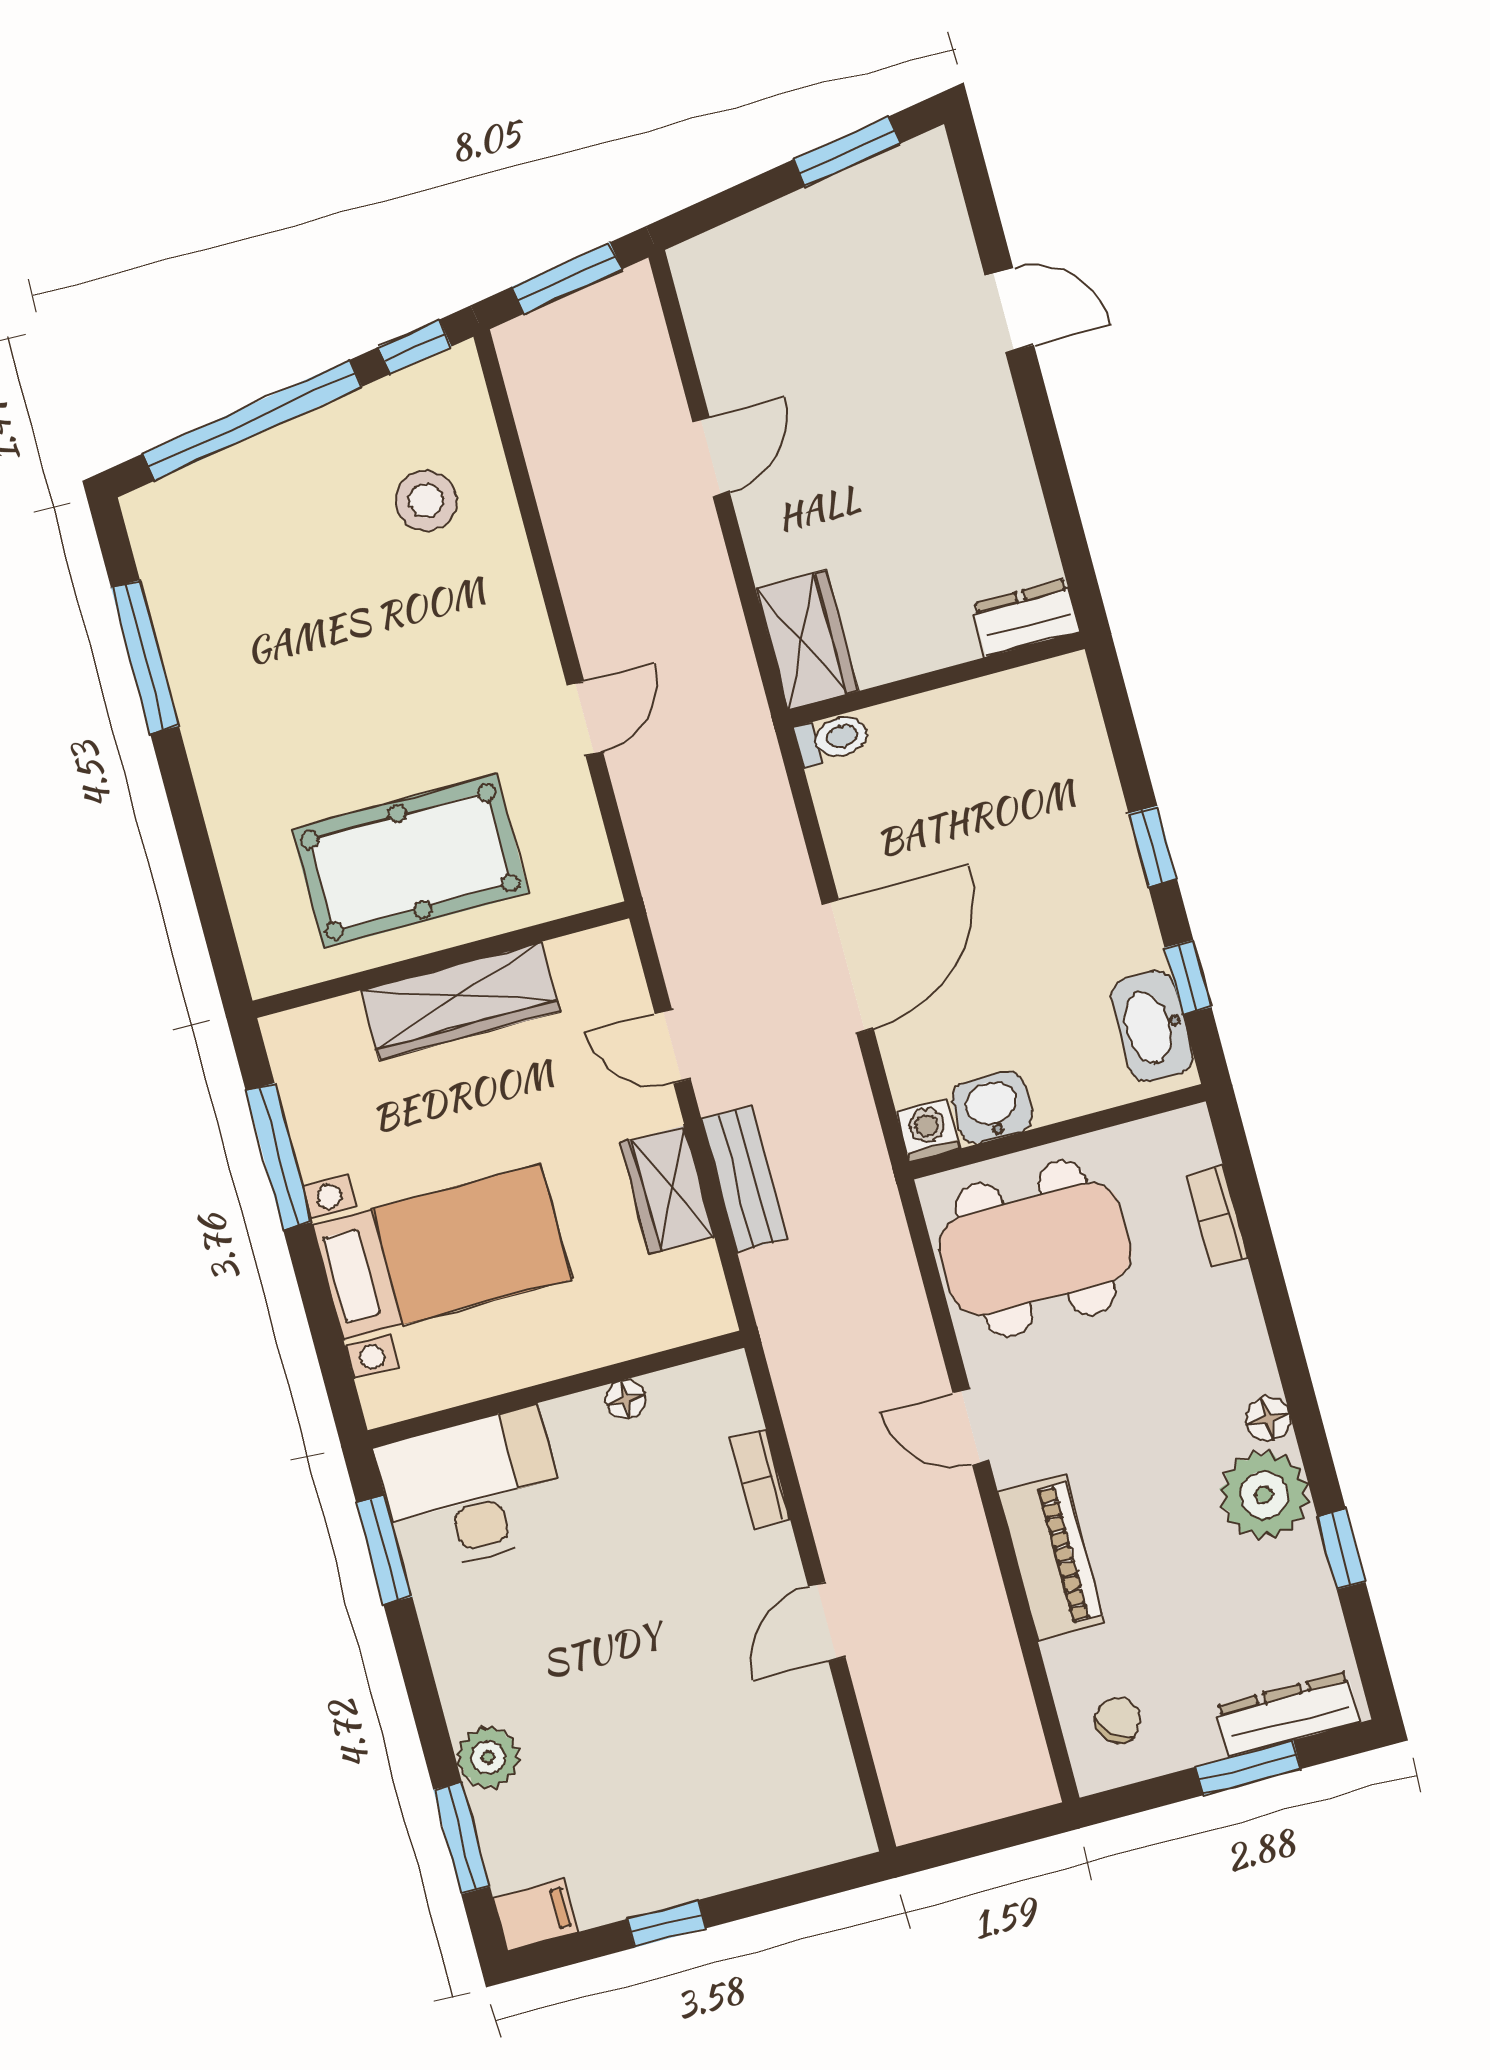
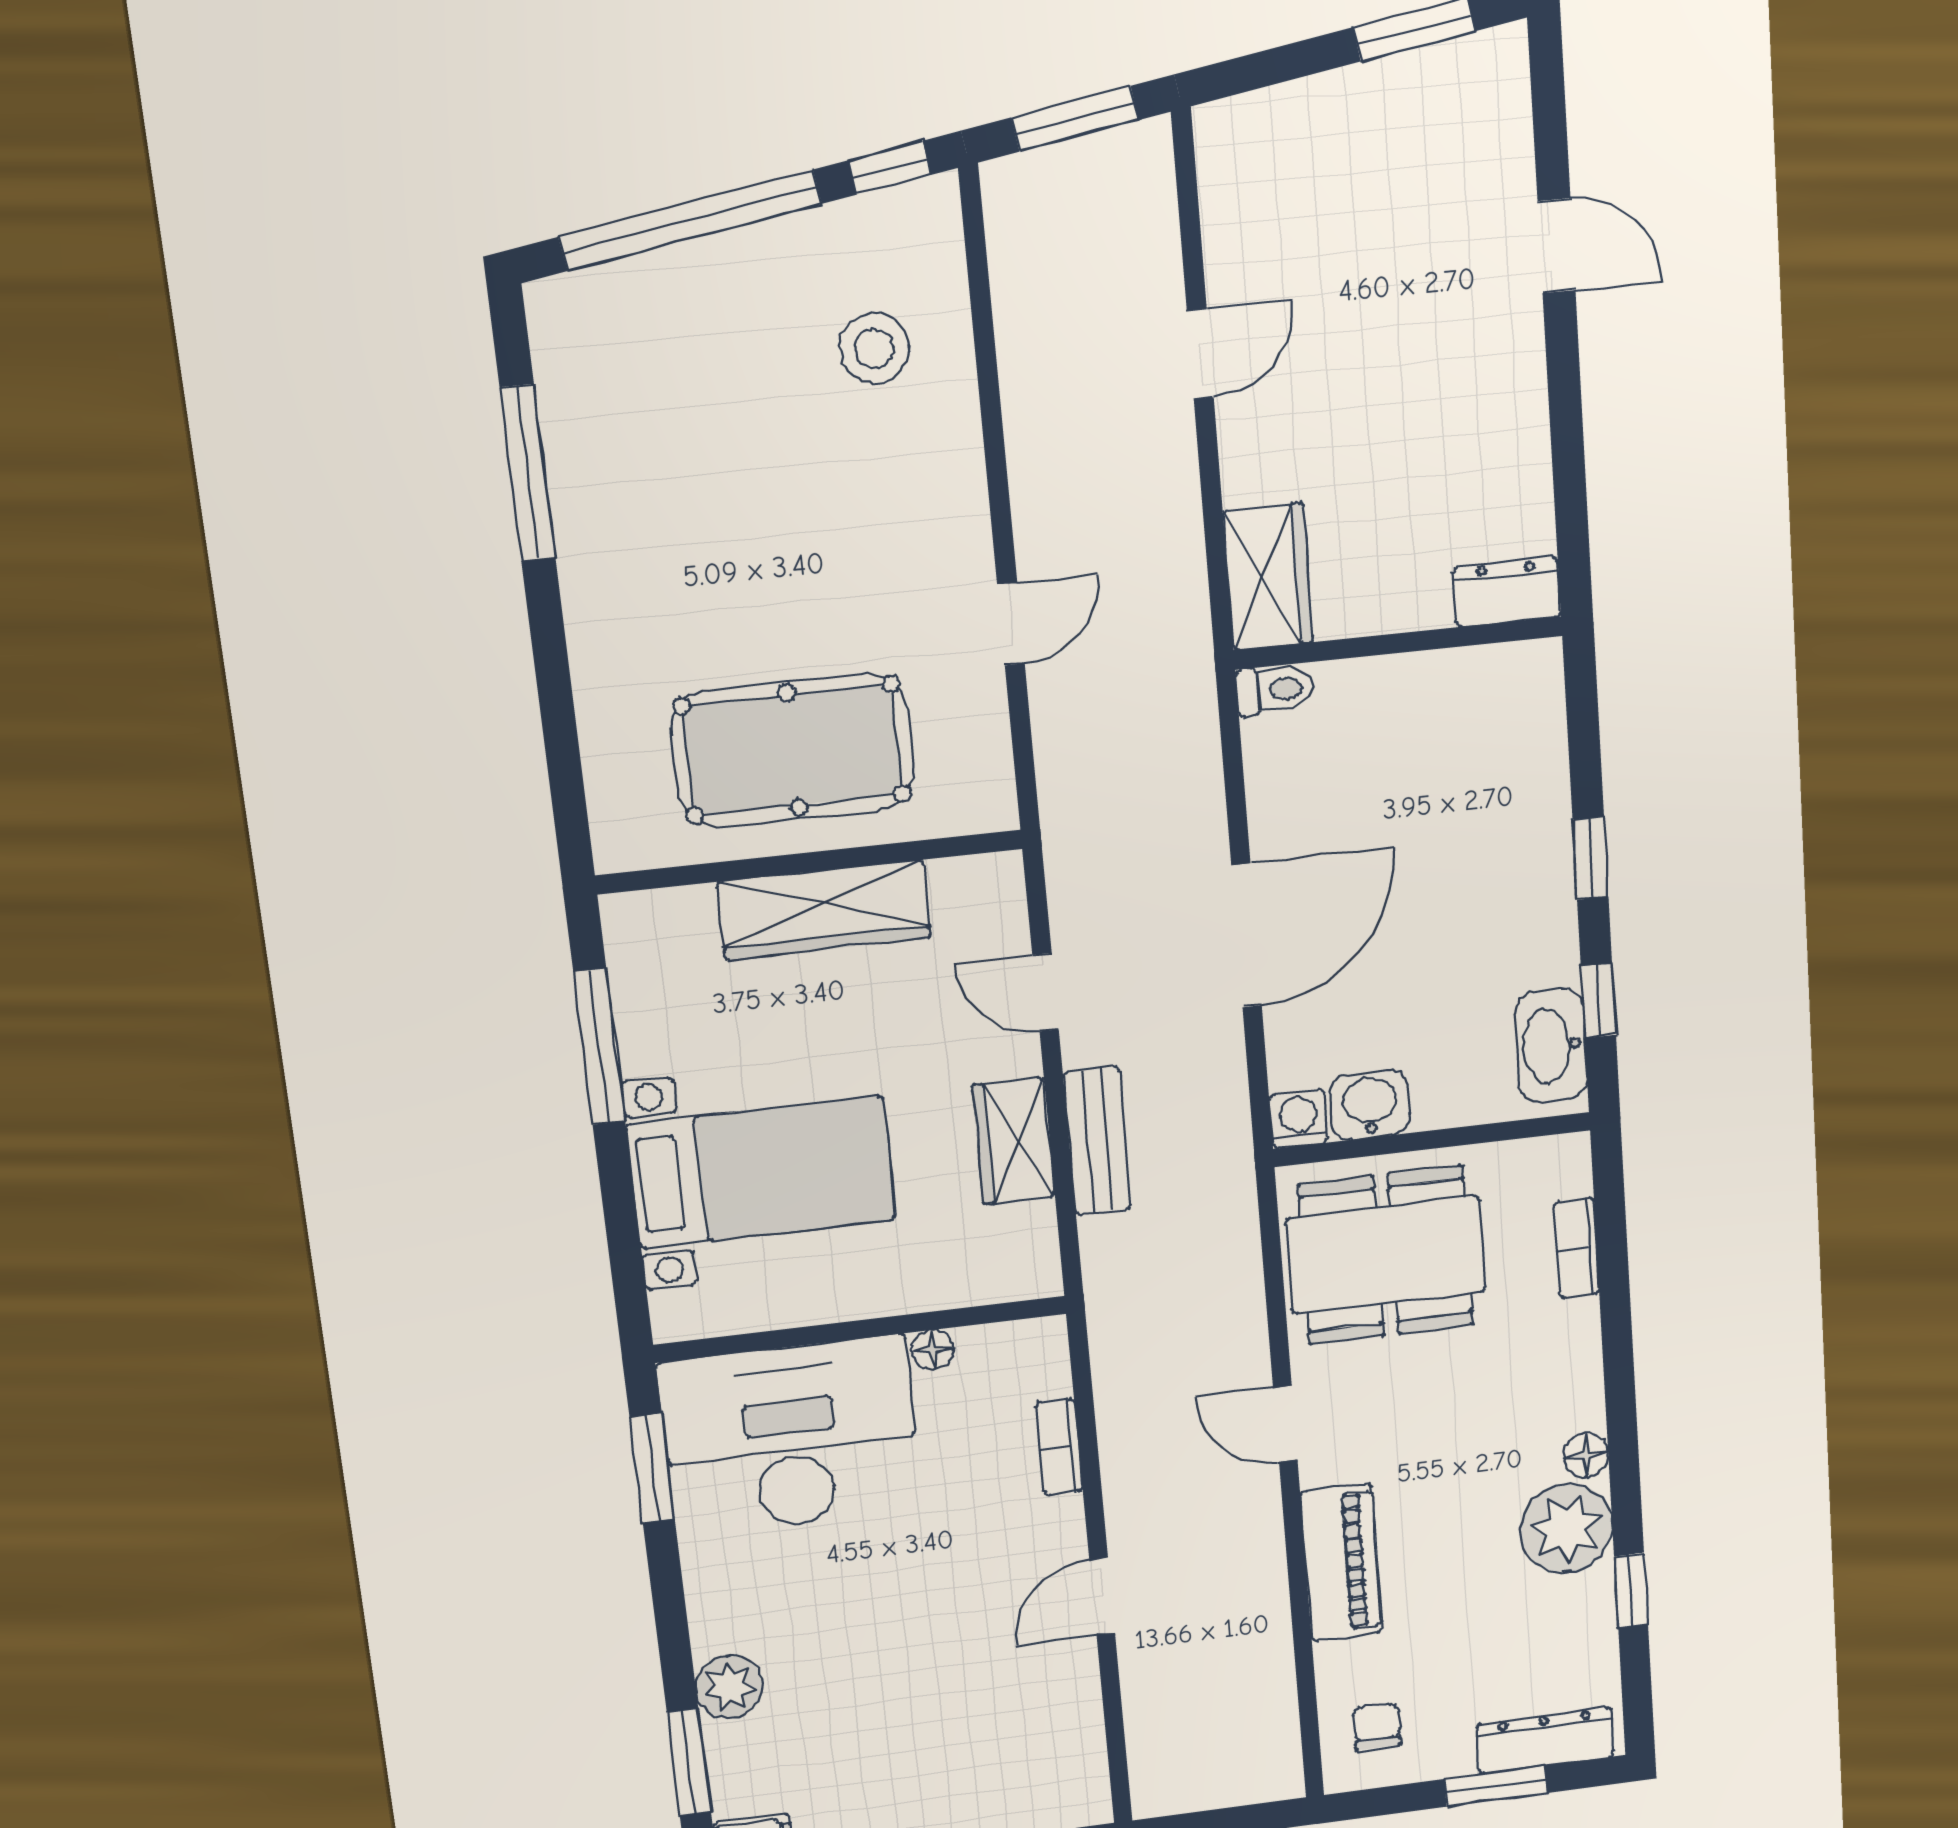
desk: (472, 1490) -> (791, 1436), width x1.36, depth x1.30
chair: (1118, 1720) -> (1377, 1726), turned -43

